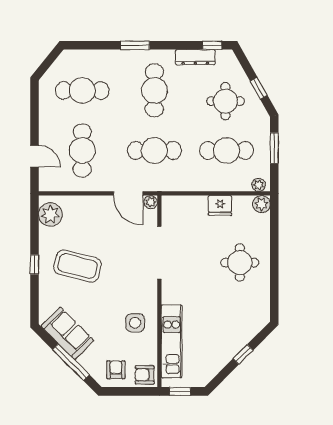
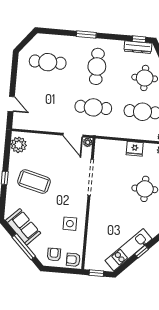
dresser: (195, 57) -> (138, 47), moved
cafe table: (82, 150) -> (44, 103), removed
kitchen unit: (172, 341) -> (128, 250), moved, turned -135

